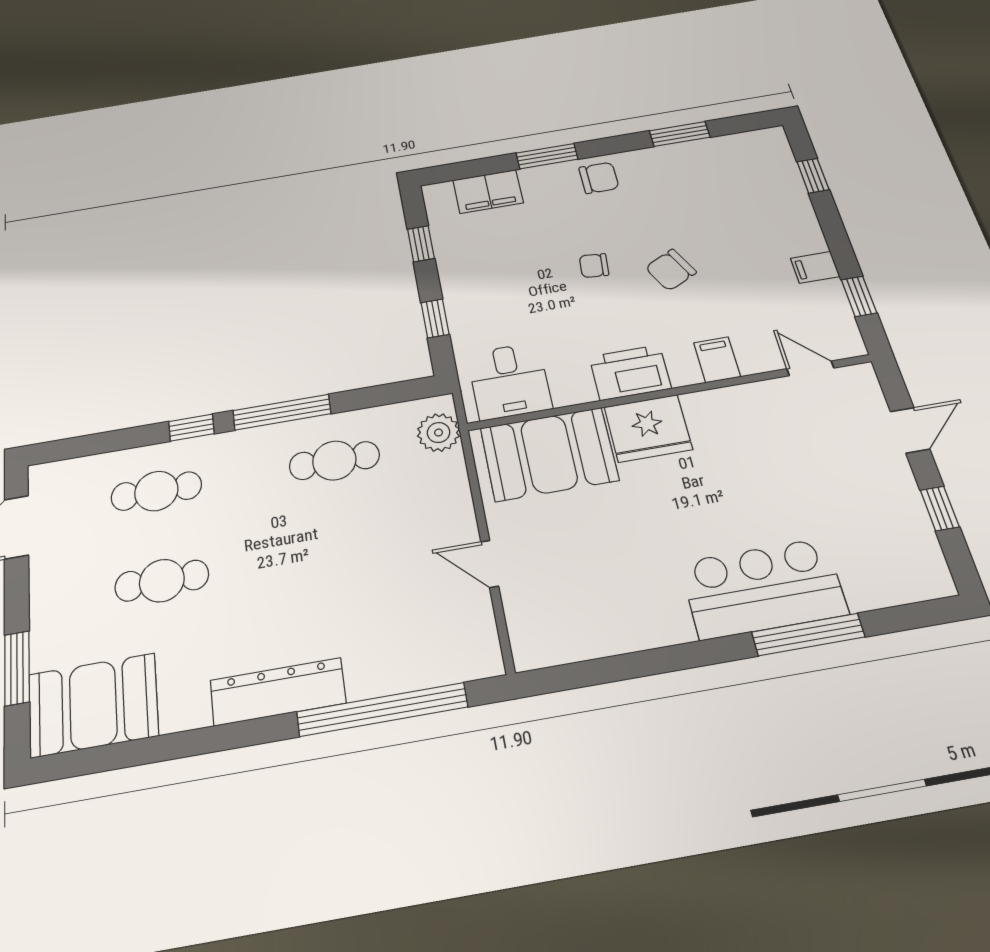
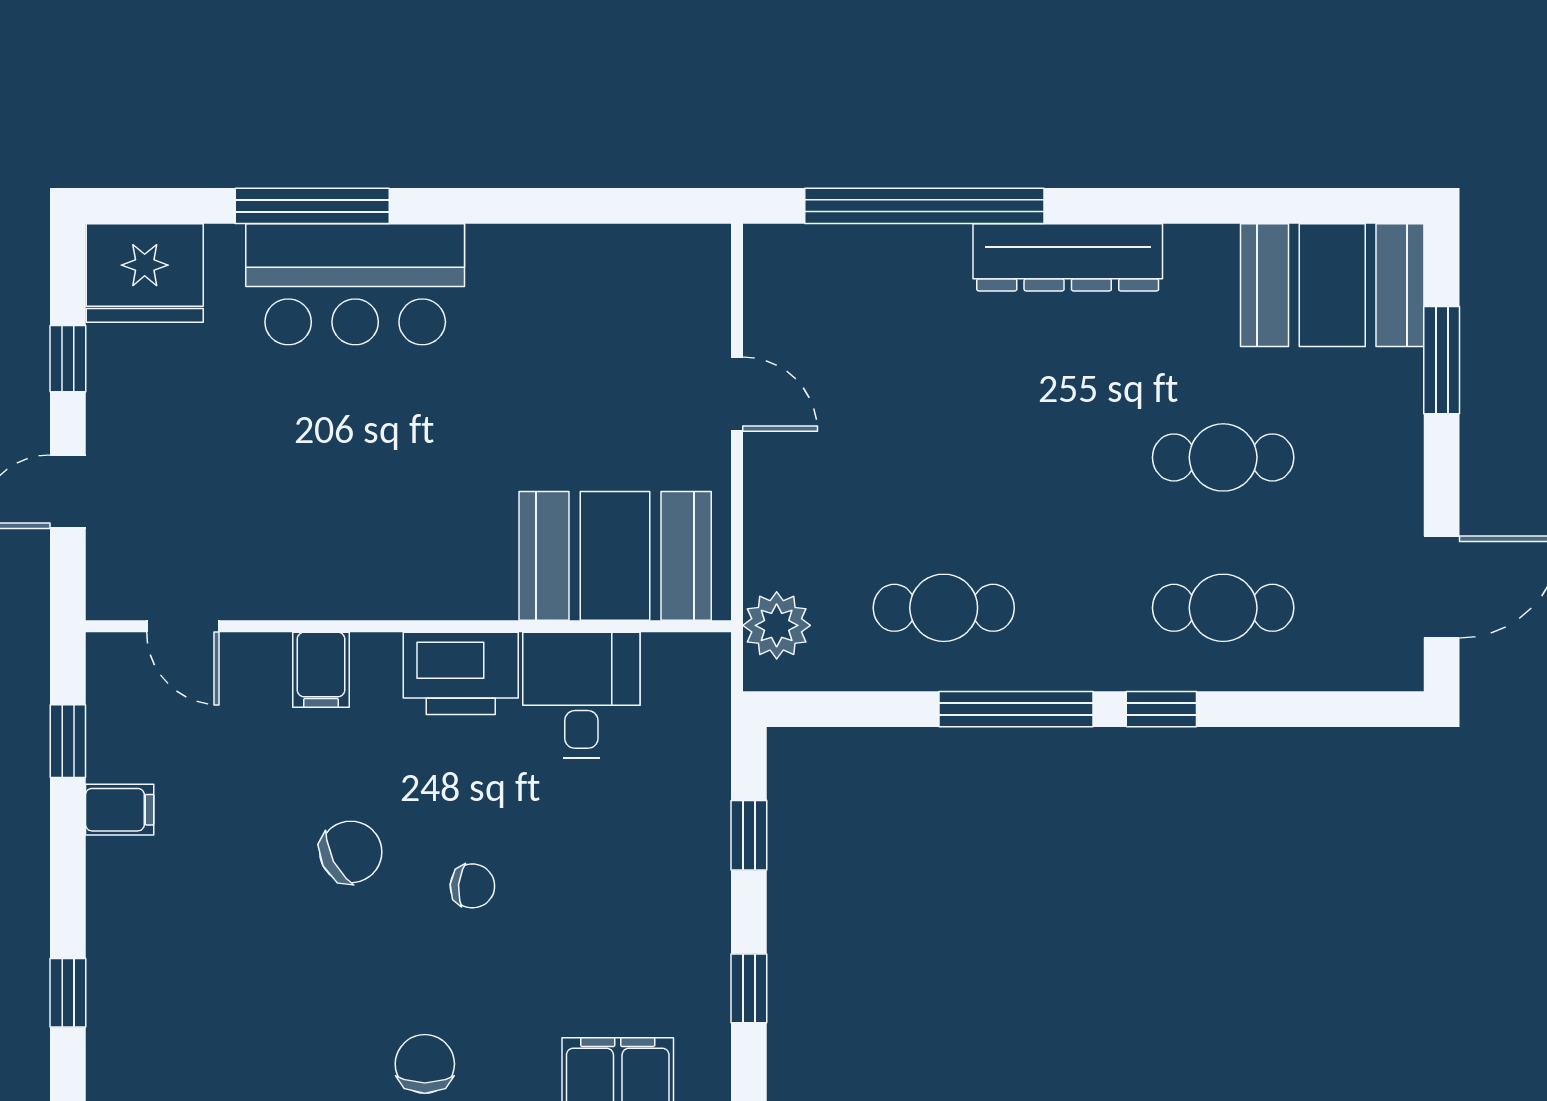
chair: (599, 178) -> (425, 1064), turned 90
desk: (509, 381) -> (581, 695), moved
fridge: (648, 428) -> (145, 273), moved, turned 180

